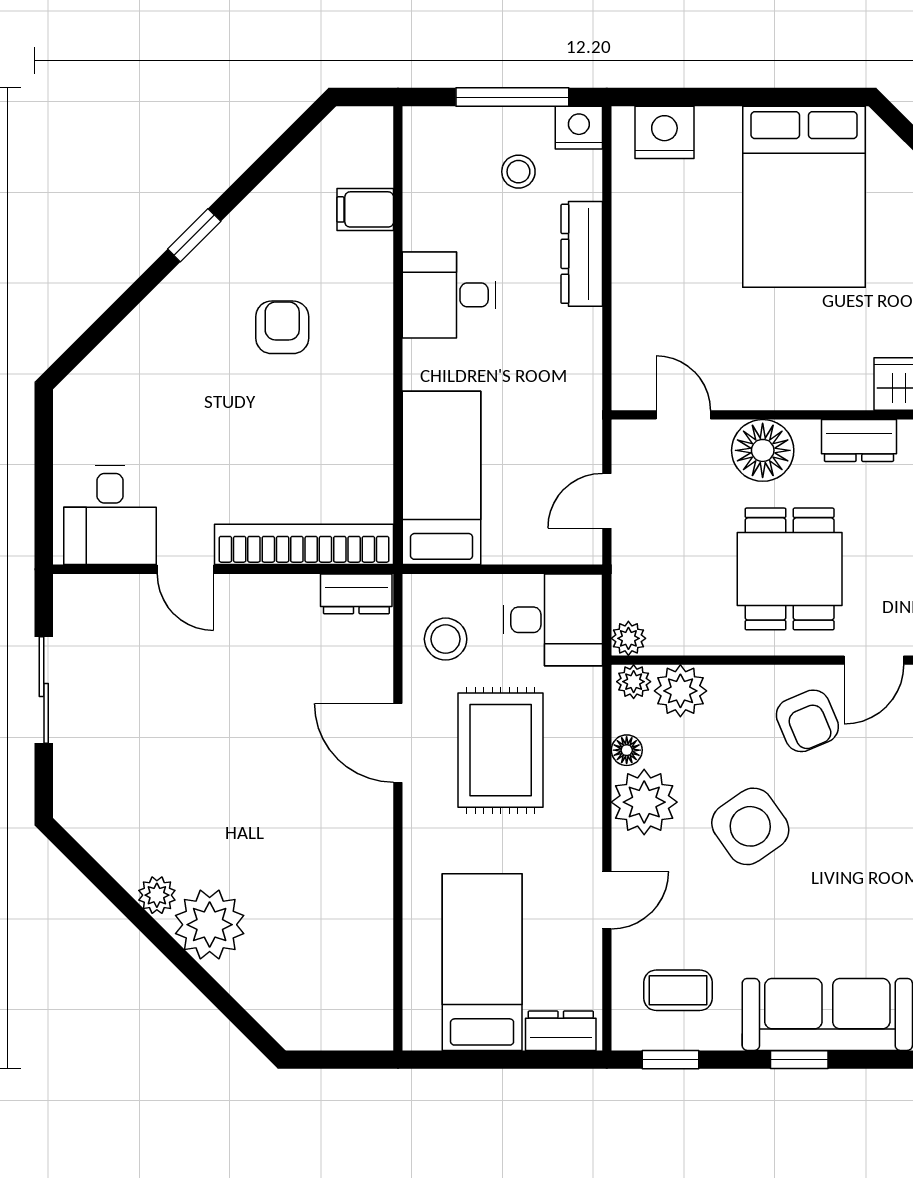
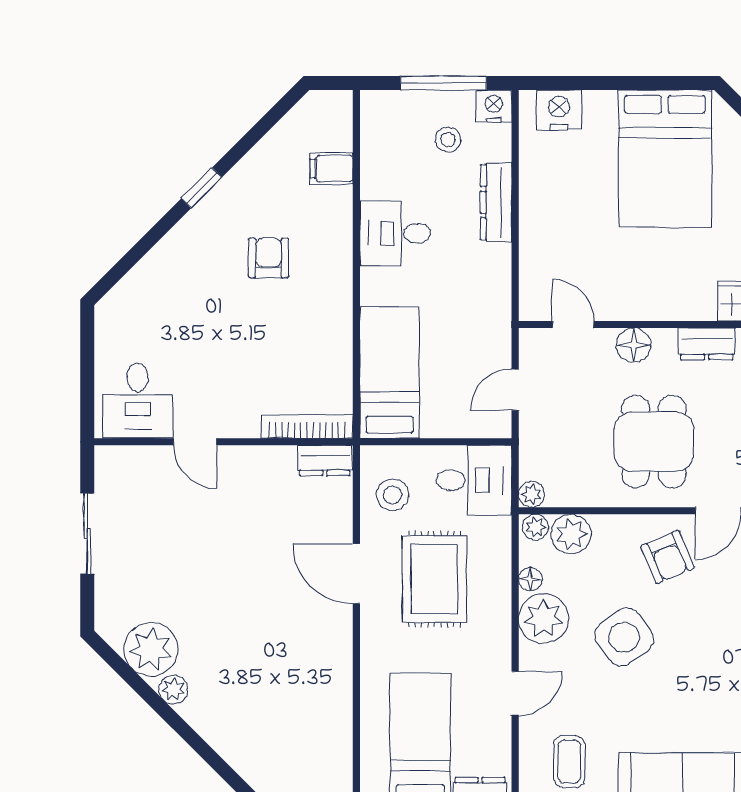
floor lamp: (763, 450) -> (634, 345), width x0.73, depth x0.73
bookcase: (304, 544) -> (307, 427), width x0.68, depth x0.76
plant: (210, 925) -> (151, 649), moved
coffee table: (678, 990) -> (569, 762), turned 90

